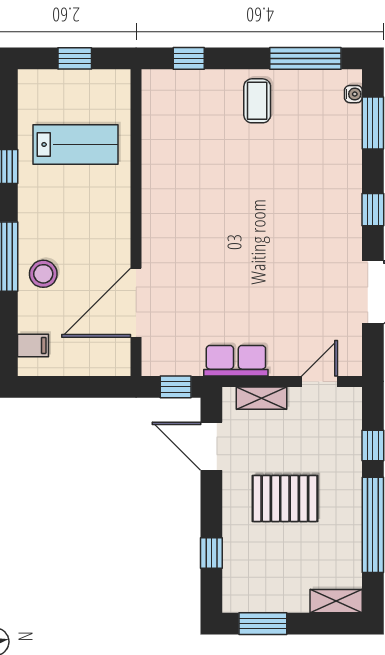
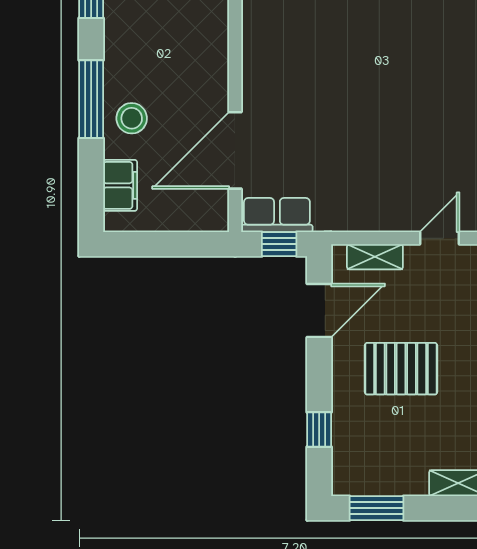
filing cabinet: (33, 345) -> (120, 185), width x2.00
row of seats: (236, 361) -> (277, 215), moved
door: (211, 446) -> (319, 311), swing flipped

